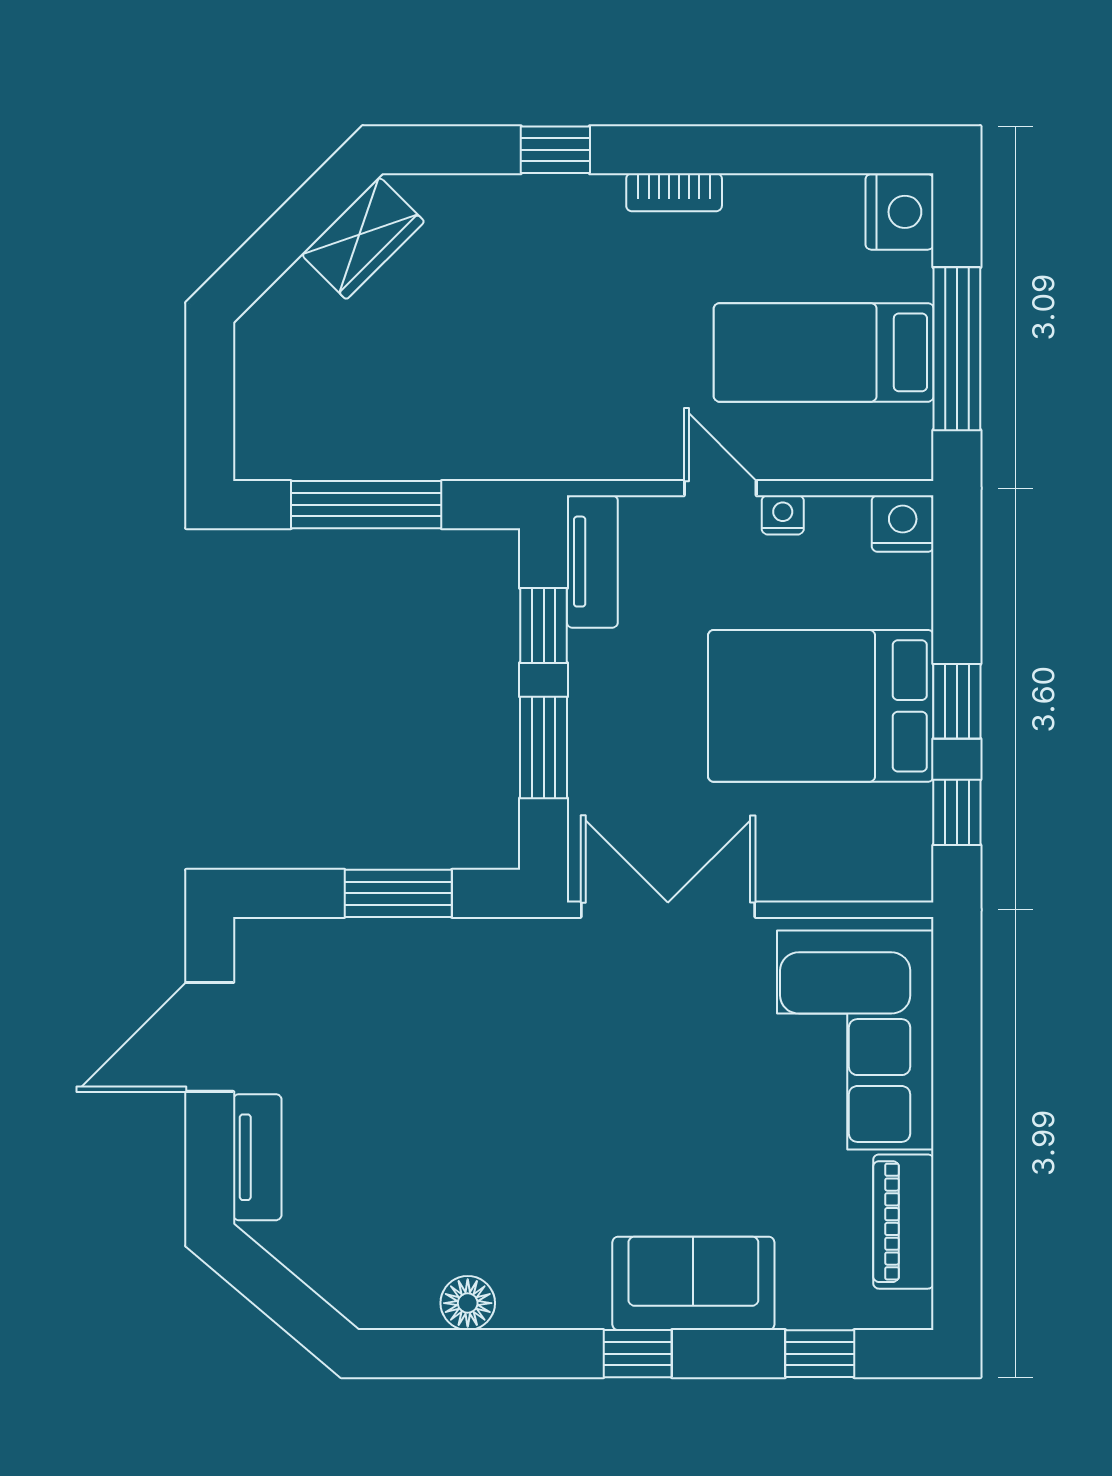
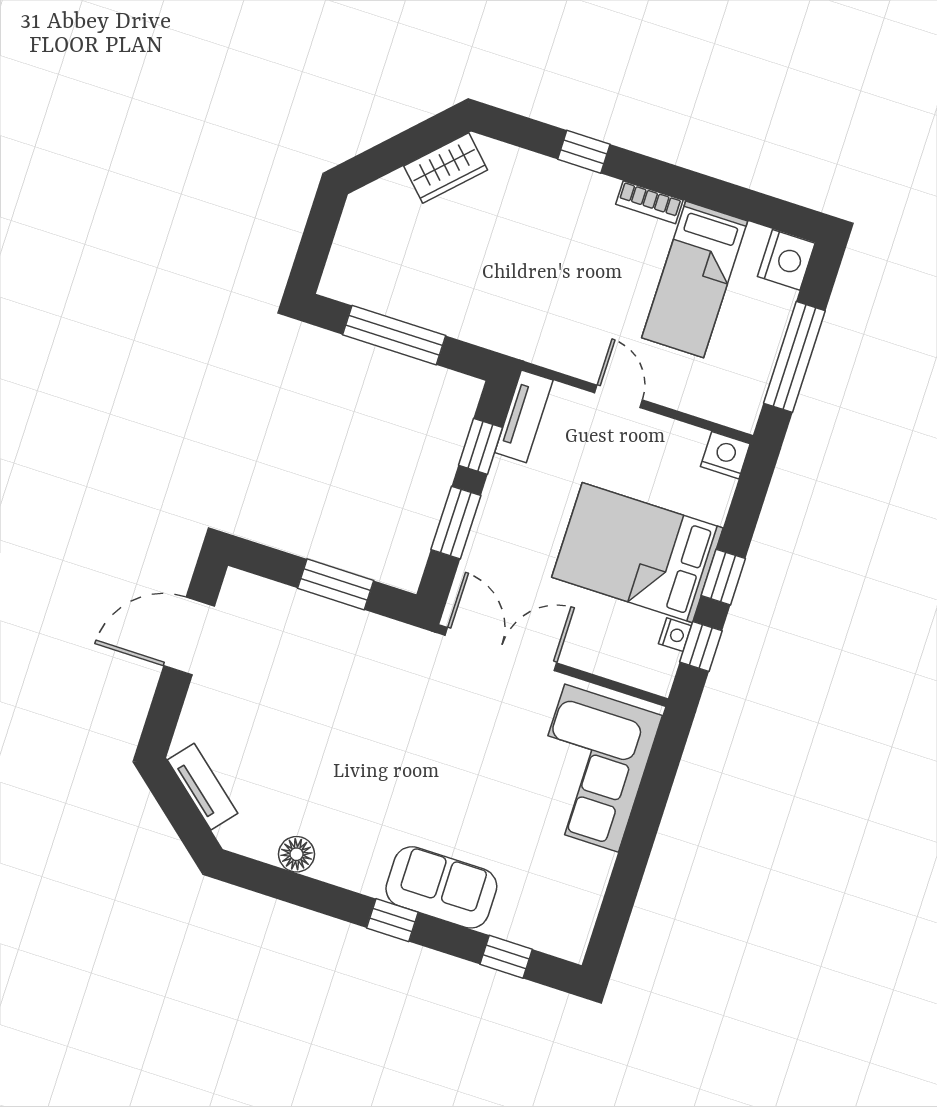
bed: (824, 352) -> (695, 279), moved, turned -90
nightstand: (783, 515) -> (675, 635), moved, turned 90
tv unit: (257, 1157) -> (203, 787), moved, turned -50
piano: (903, 1222) -> (585, 891), removed

